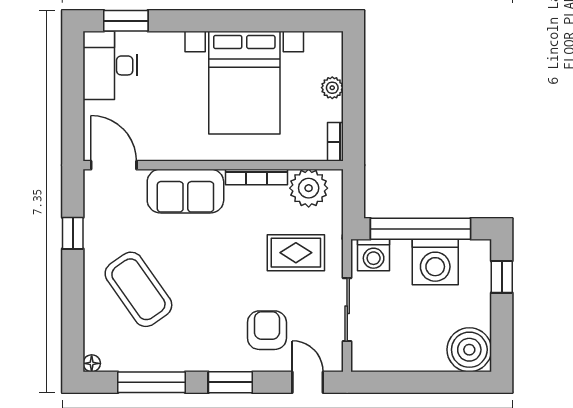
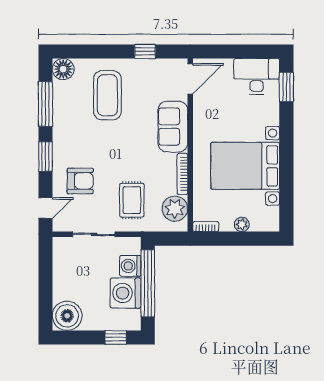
washing machine: (374, 255) -> (130, 266), moved
coffee table: (138, 289) -> (107, 95), turned -55
floor lamp: (92, 363) -> (63, 69), width x1.89, depth x1.89

